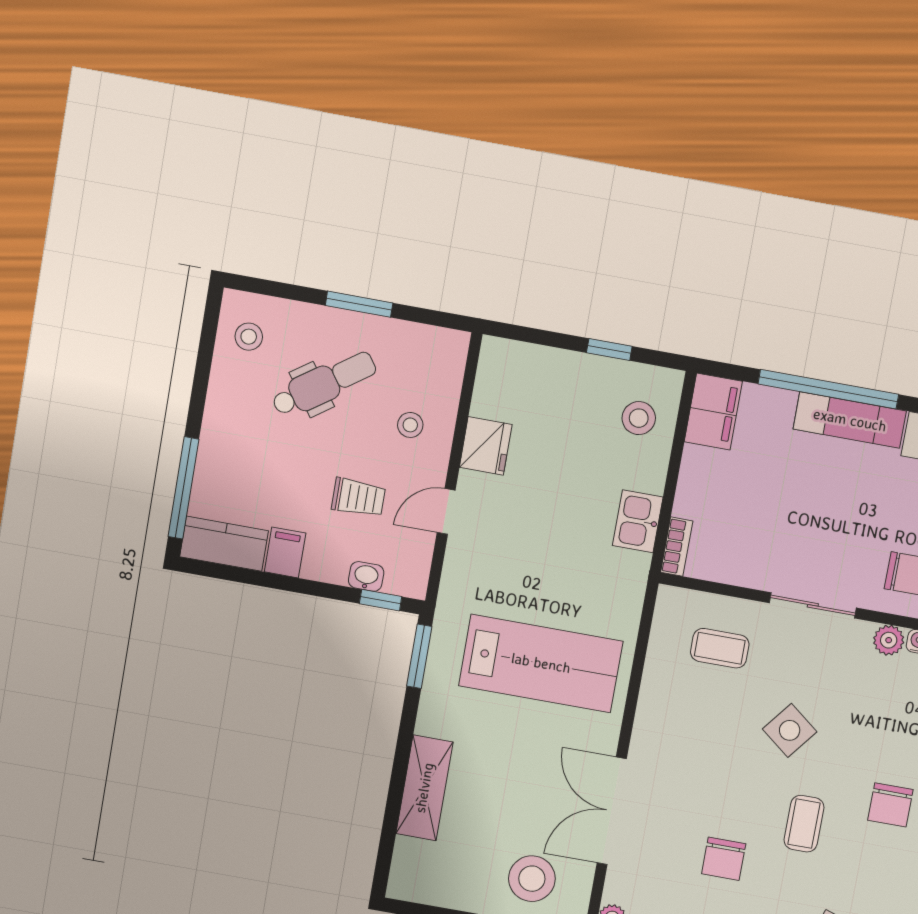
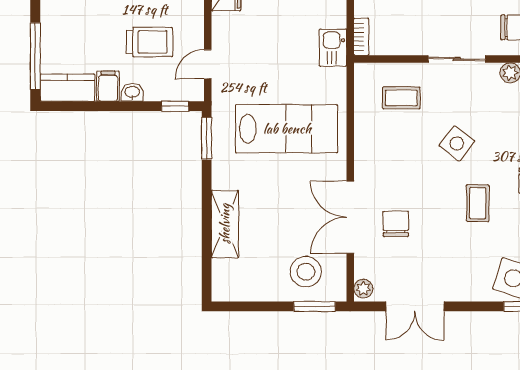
trolley: (358, 497) -> (149, 42), width x1.36, depth x1.39
door: (446, 511) -> (208, 64), moved
kitchen sink: (638, 521) -> (333, 48), moved
washbasin: (366, 576) -> (132, 92), moved
chair: (724, 859) -> (396, 224), moved, turned 180

